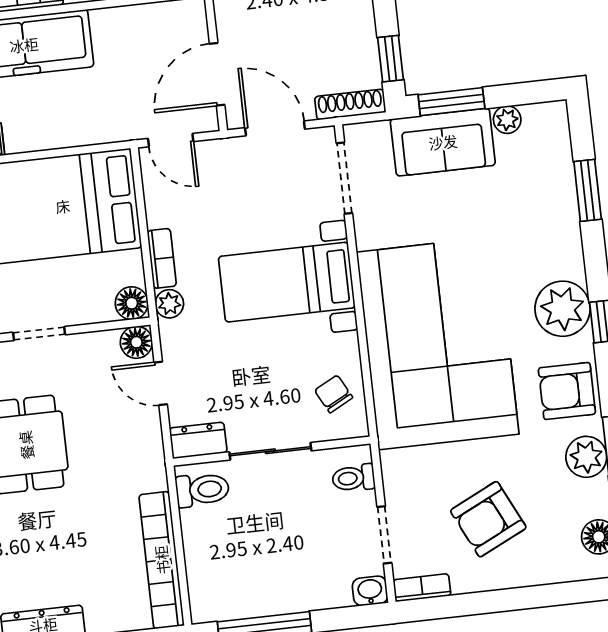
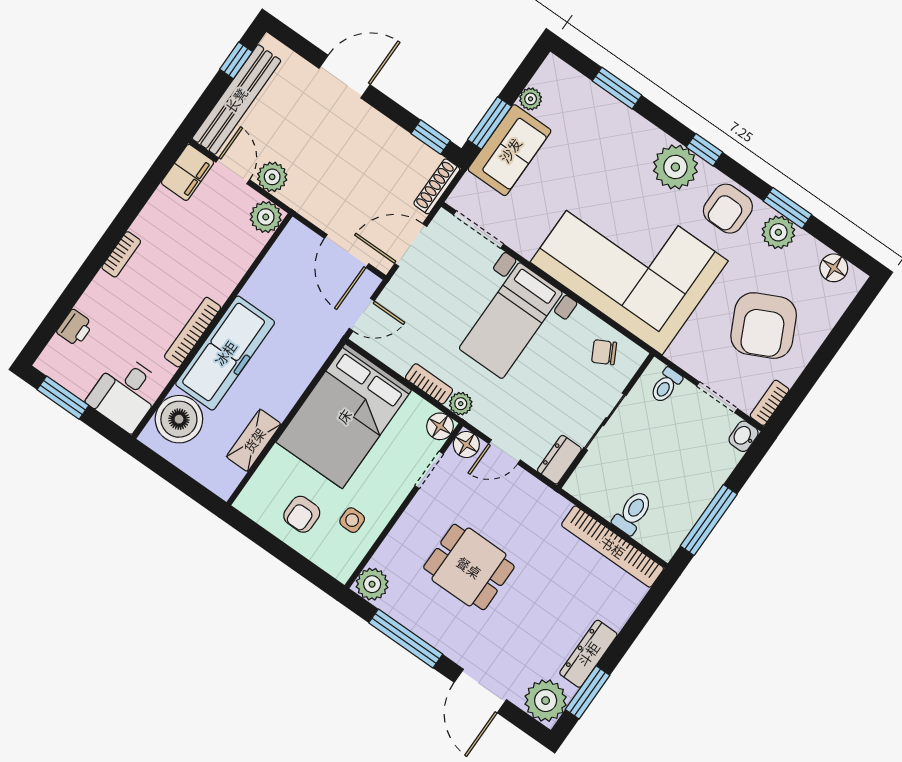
doorway: (39, 334) -> (429, 470), moved
toilet: (202, 490) -> (633, 513), moved
armchair: (488, 519) -> (764, 326), width x1.36, depth x1.36

